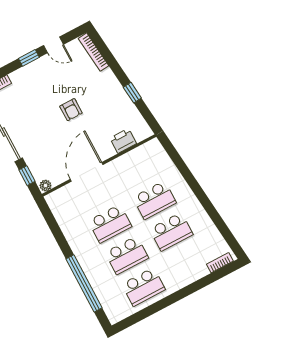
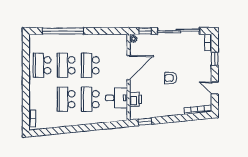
door: (54, 45) -> (215, 88), hinge flipped
window: (29, 58) -> (215, 59), moved
window: (132, 93) -> (145, 122), moved
desk: (135, 167) -> (116, 98), added
door: (87, 172) -> (129, 68), hinge flipped

